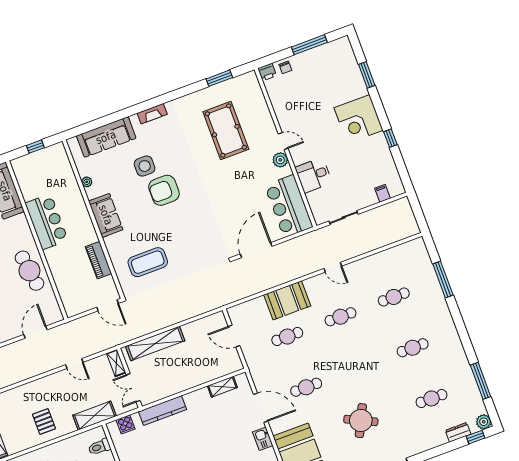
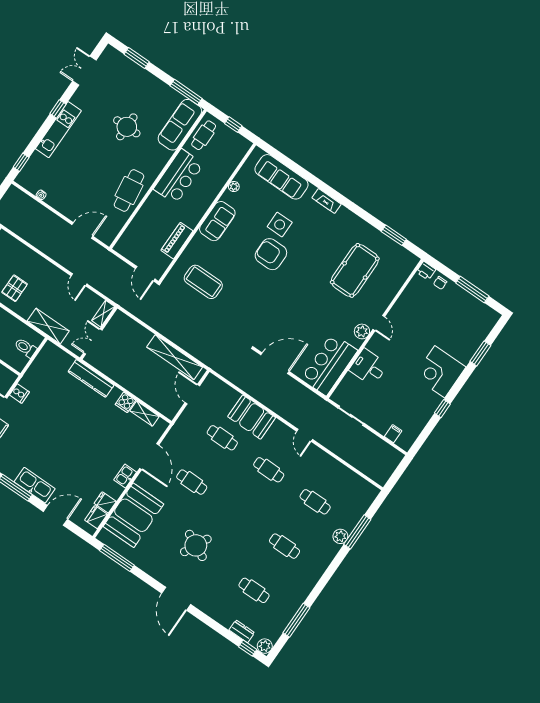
cafe table: (27, 177) -> (204, 135), added
plant: (437, 296) -> (340, 536), added
shelving: (155, 343) -> (175, 357), moved
cooker: (126, 424) -> (125, 402), moved

